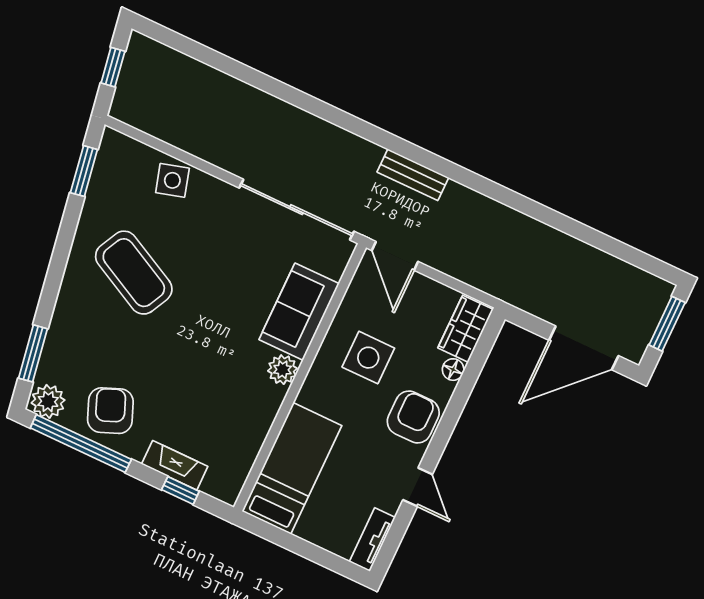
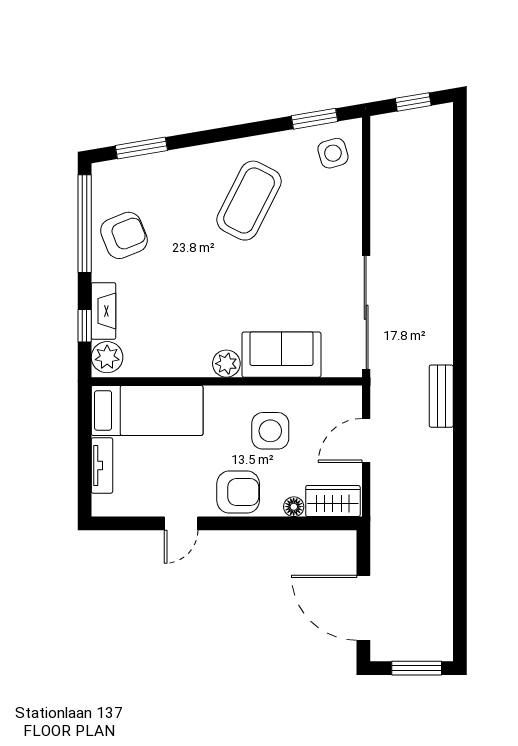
side table: (172, 180) -> (333, 153), moved
door: (395, 256) -> (366, 441), moved
plant: (48, 401) -> (107, 357), moved
tv unit: (372, 540) -> (102, 466), moved, turned 90

